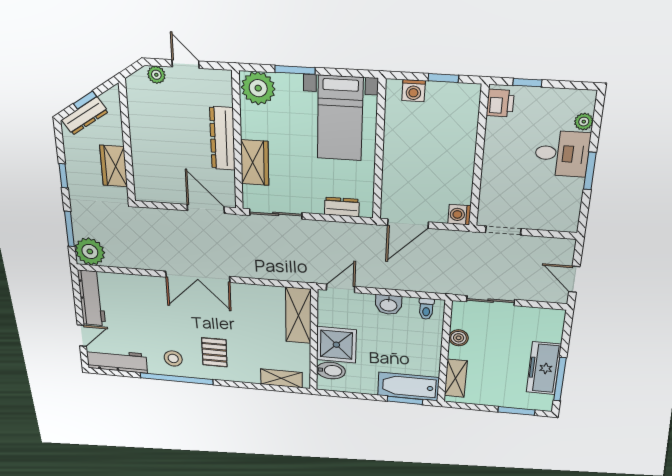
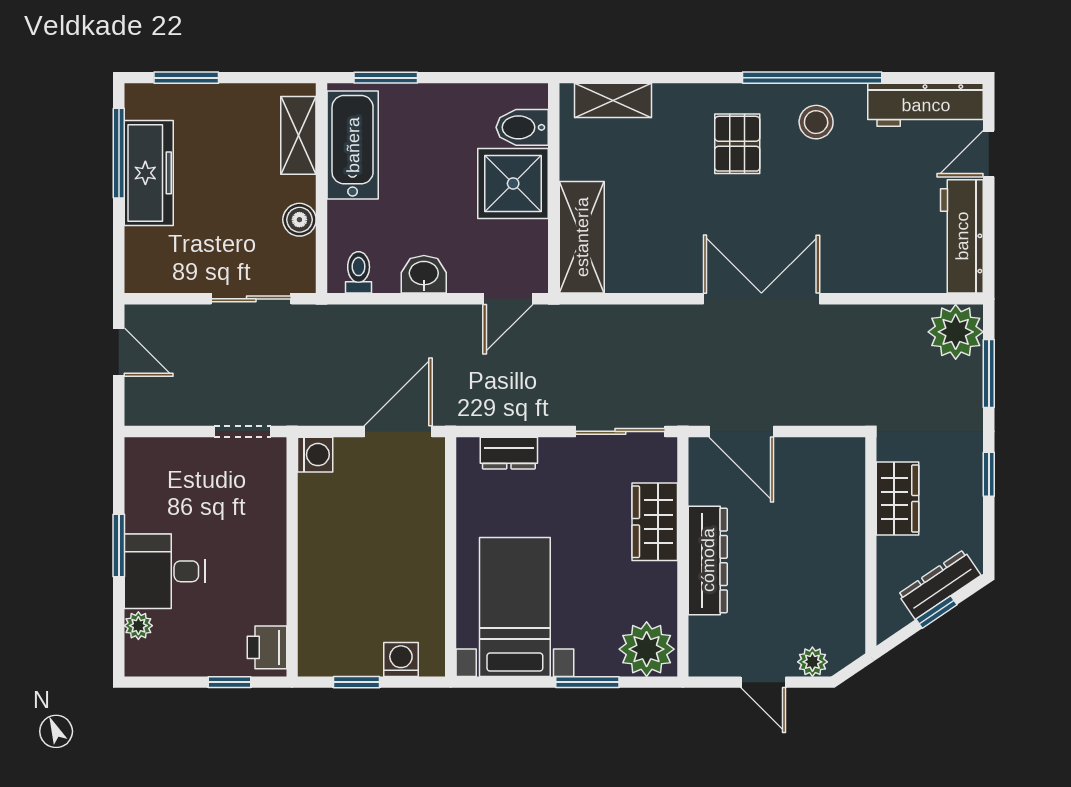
bathtub: (408, 386) -> (353, 145), moved, turned -90

